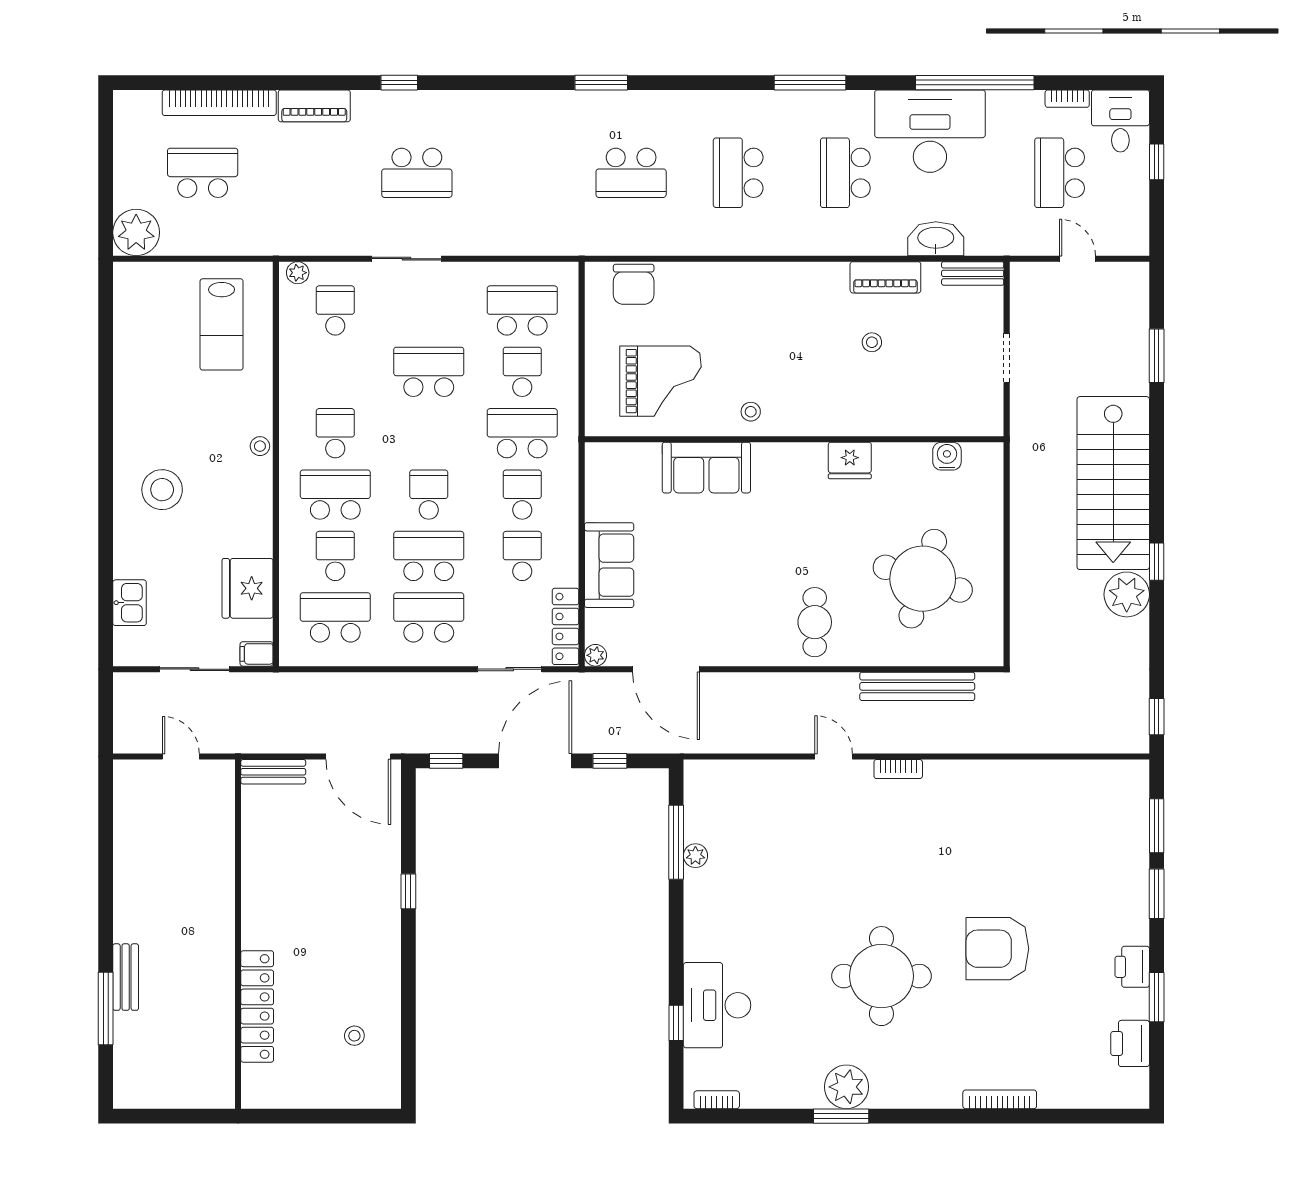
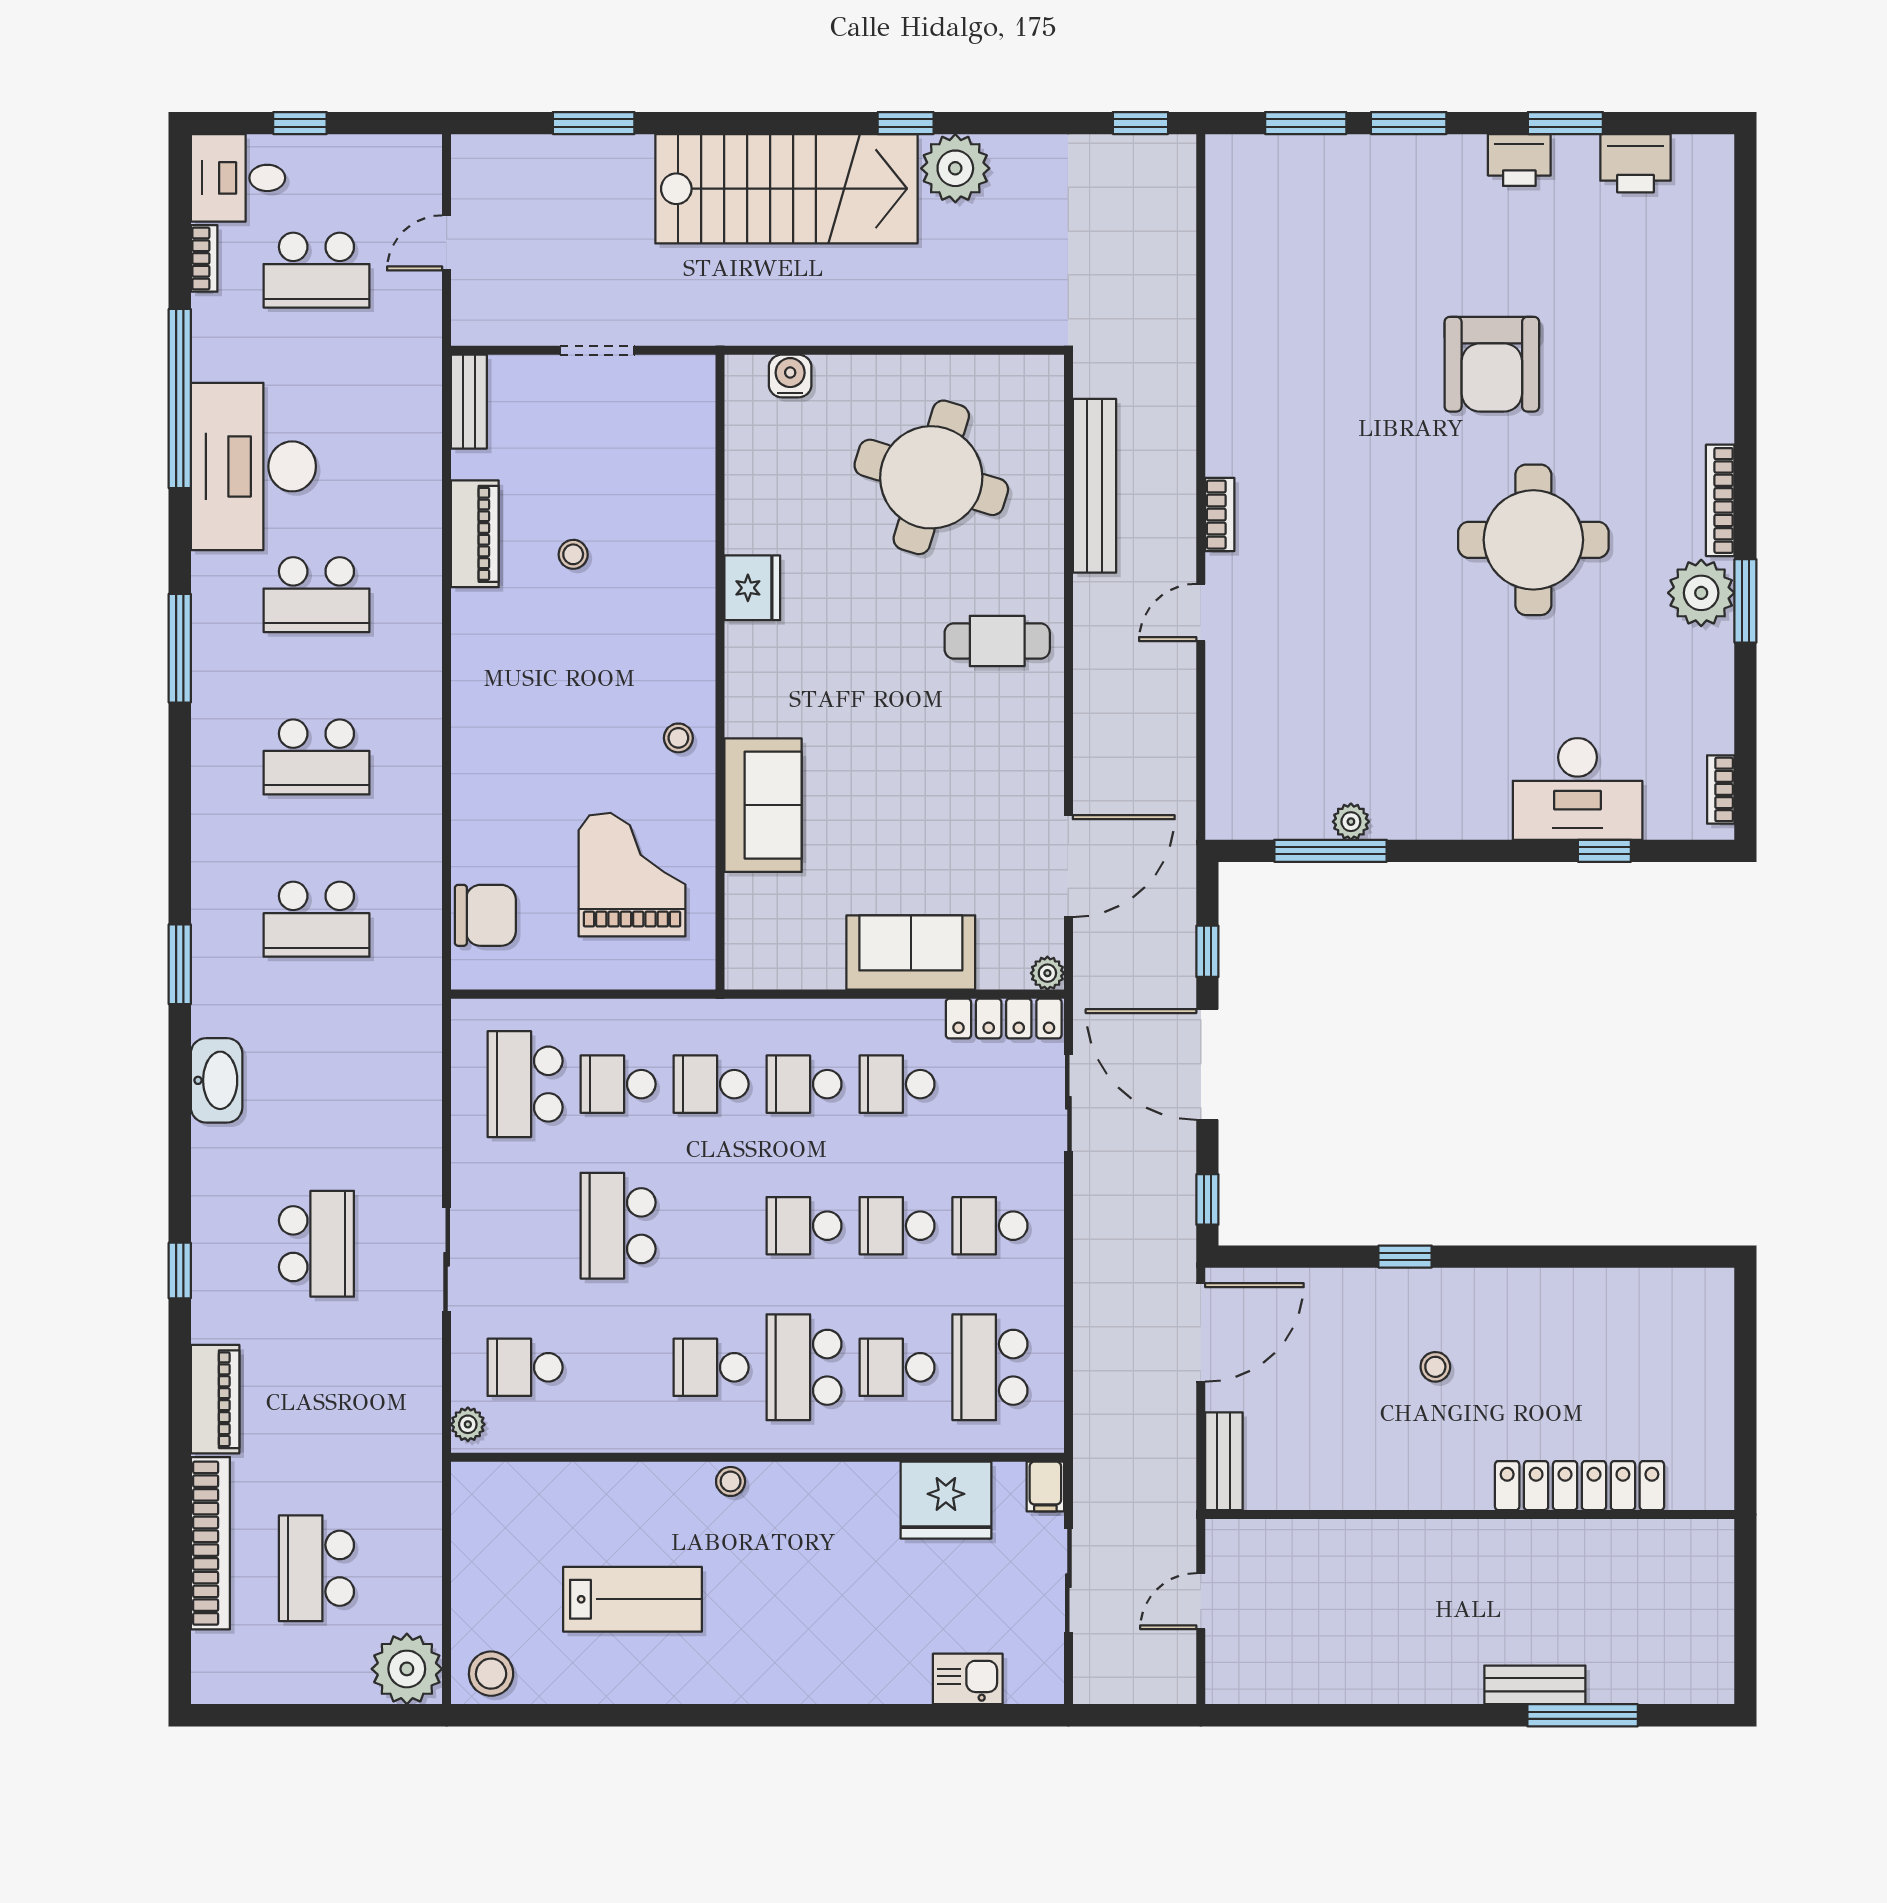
school desk: (631, 173) -> (316, 919), turned 90
washbasin: (936, 239) -> (217, 1080), moved, turned 180
lab bench: (222, 324) -> (632, 1599), moved
school desk: (522, 433) -> (711, 1084), width x0.54
water cooler: (947, 456) -> (790, 376), moved, turned 90
stool: (162, 490) -> (491, 1674), moved, width x0.73, depth x0.73
school desk: (429, 556) -> (897, 1226), width x0.54
school desk: (429, 617) -> (990, 1226), width x0.54
stool: (354, 1036) -> (1435, 1367), moved
bookcase: (1000, 1099) -> (1720, 500), moved

